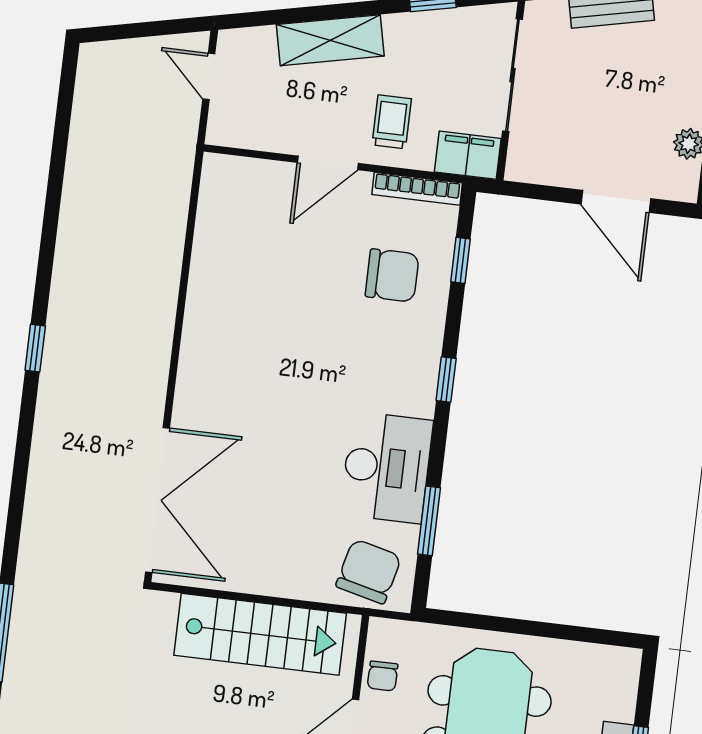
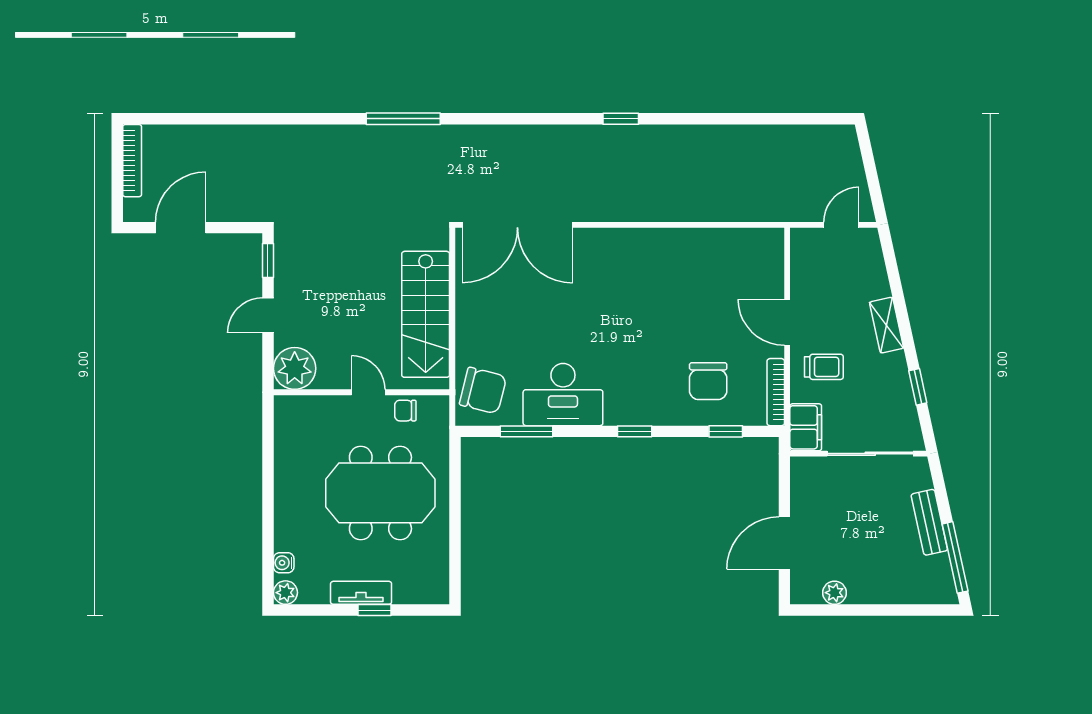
shelving: (330, 40) -> (886, 325), width x0.67, depth x0.75

